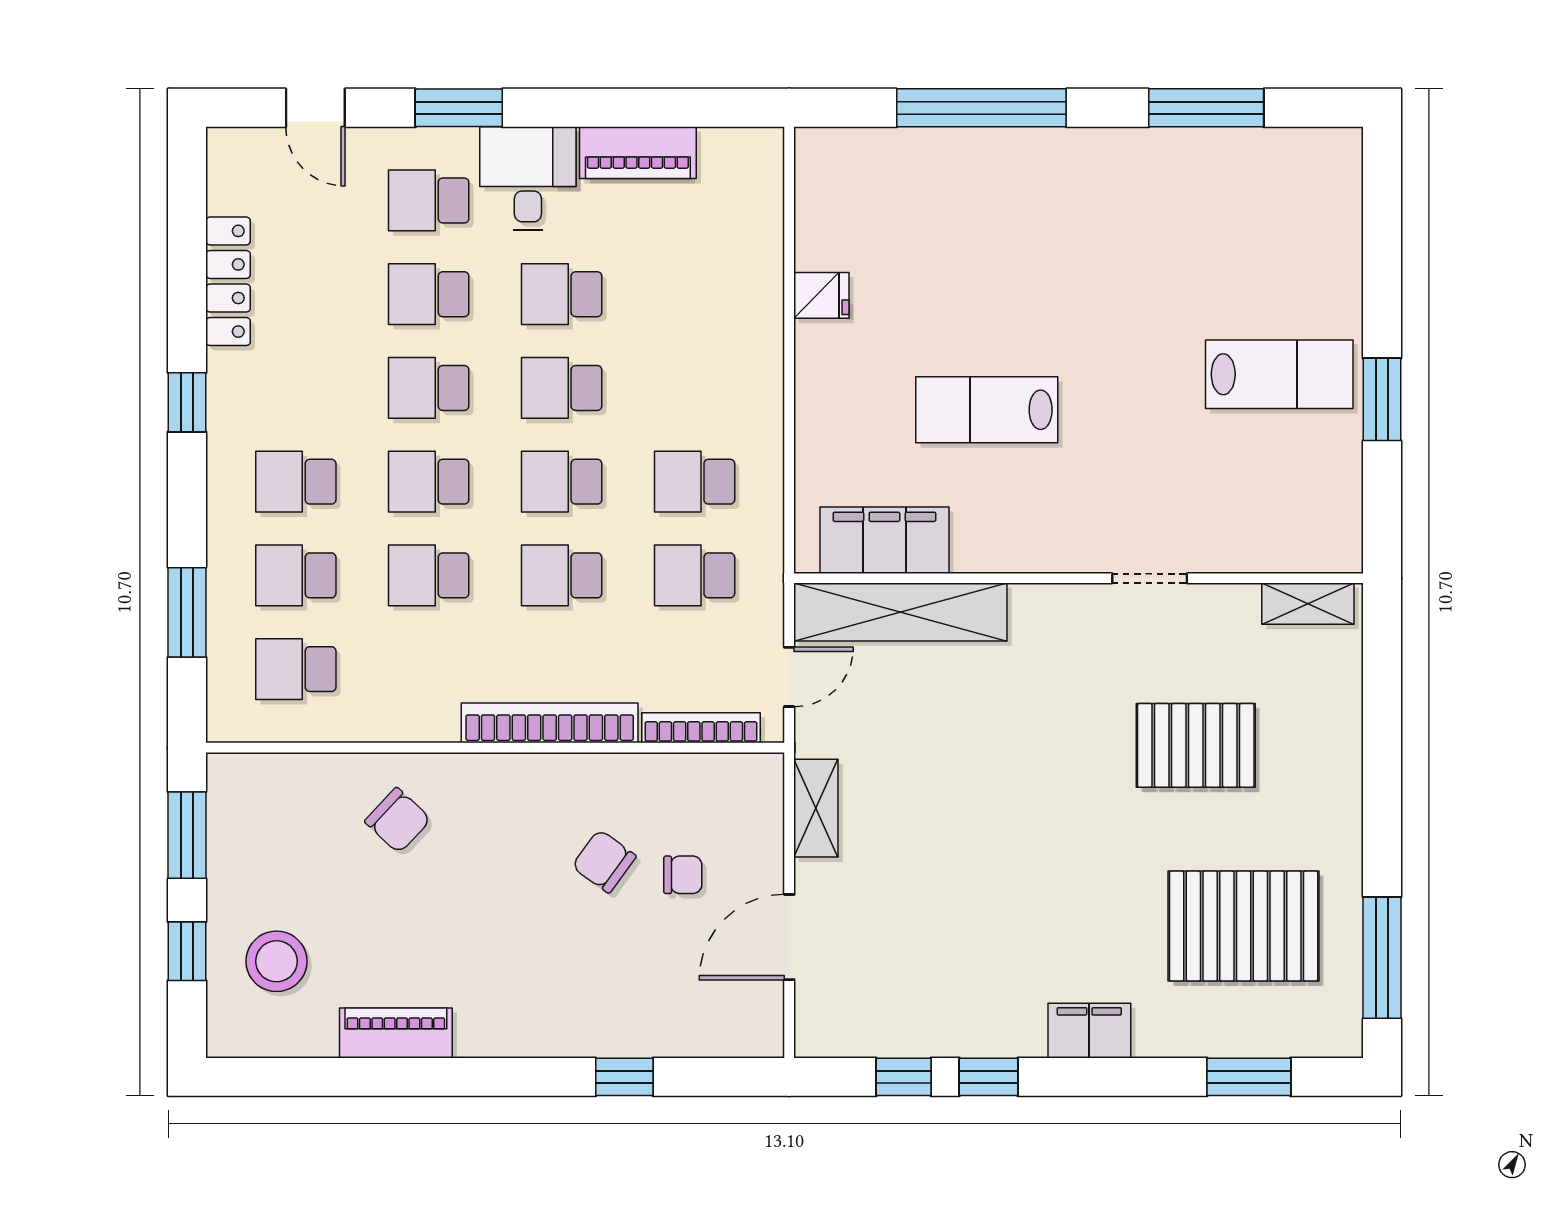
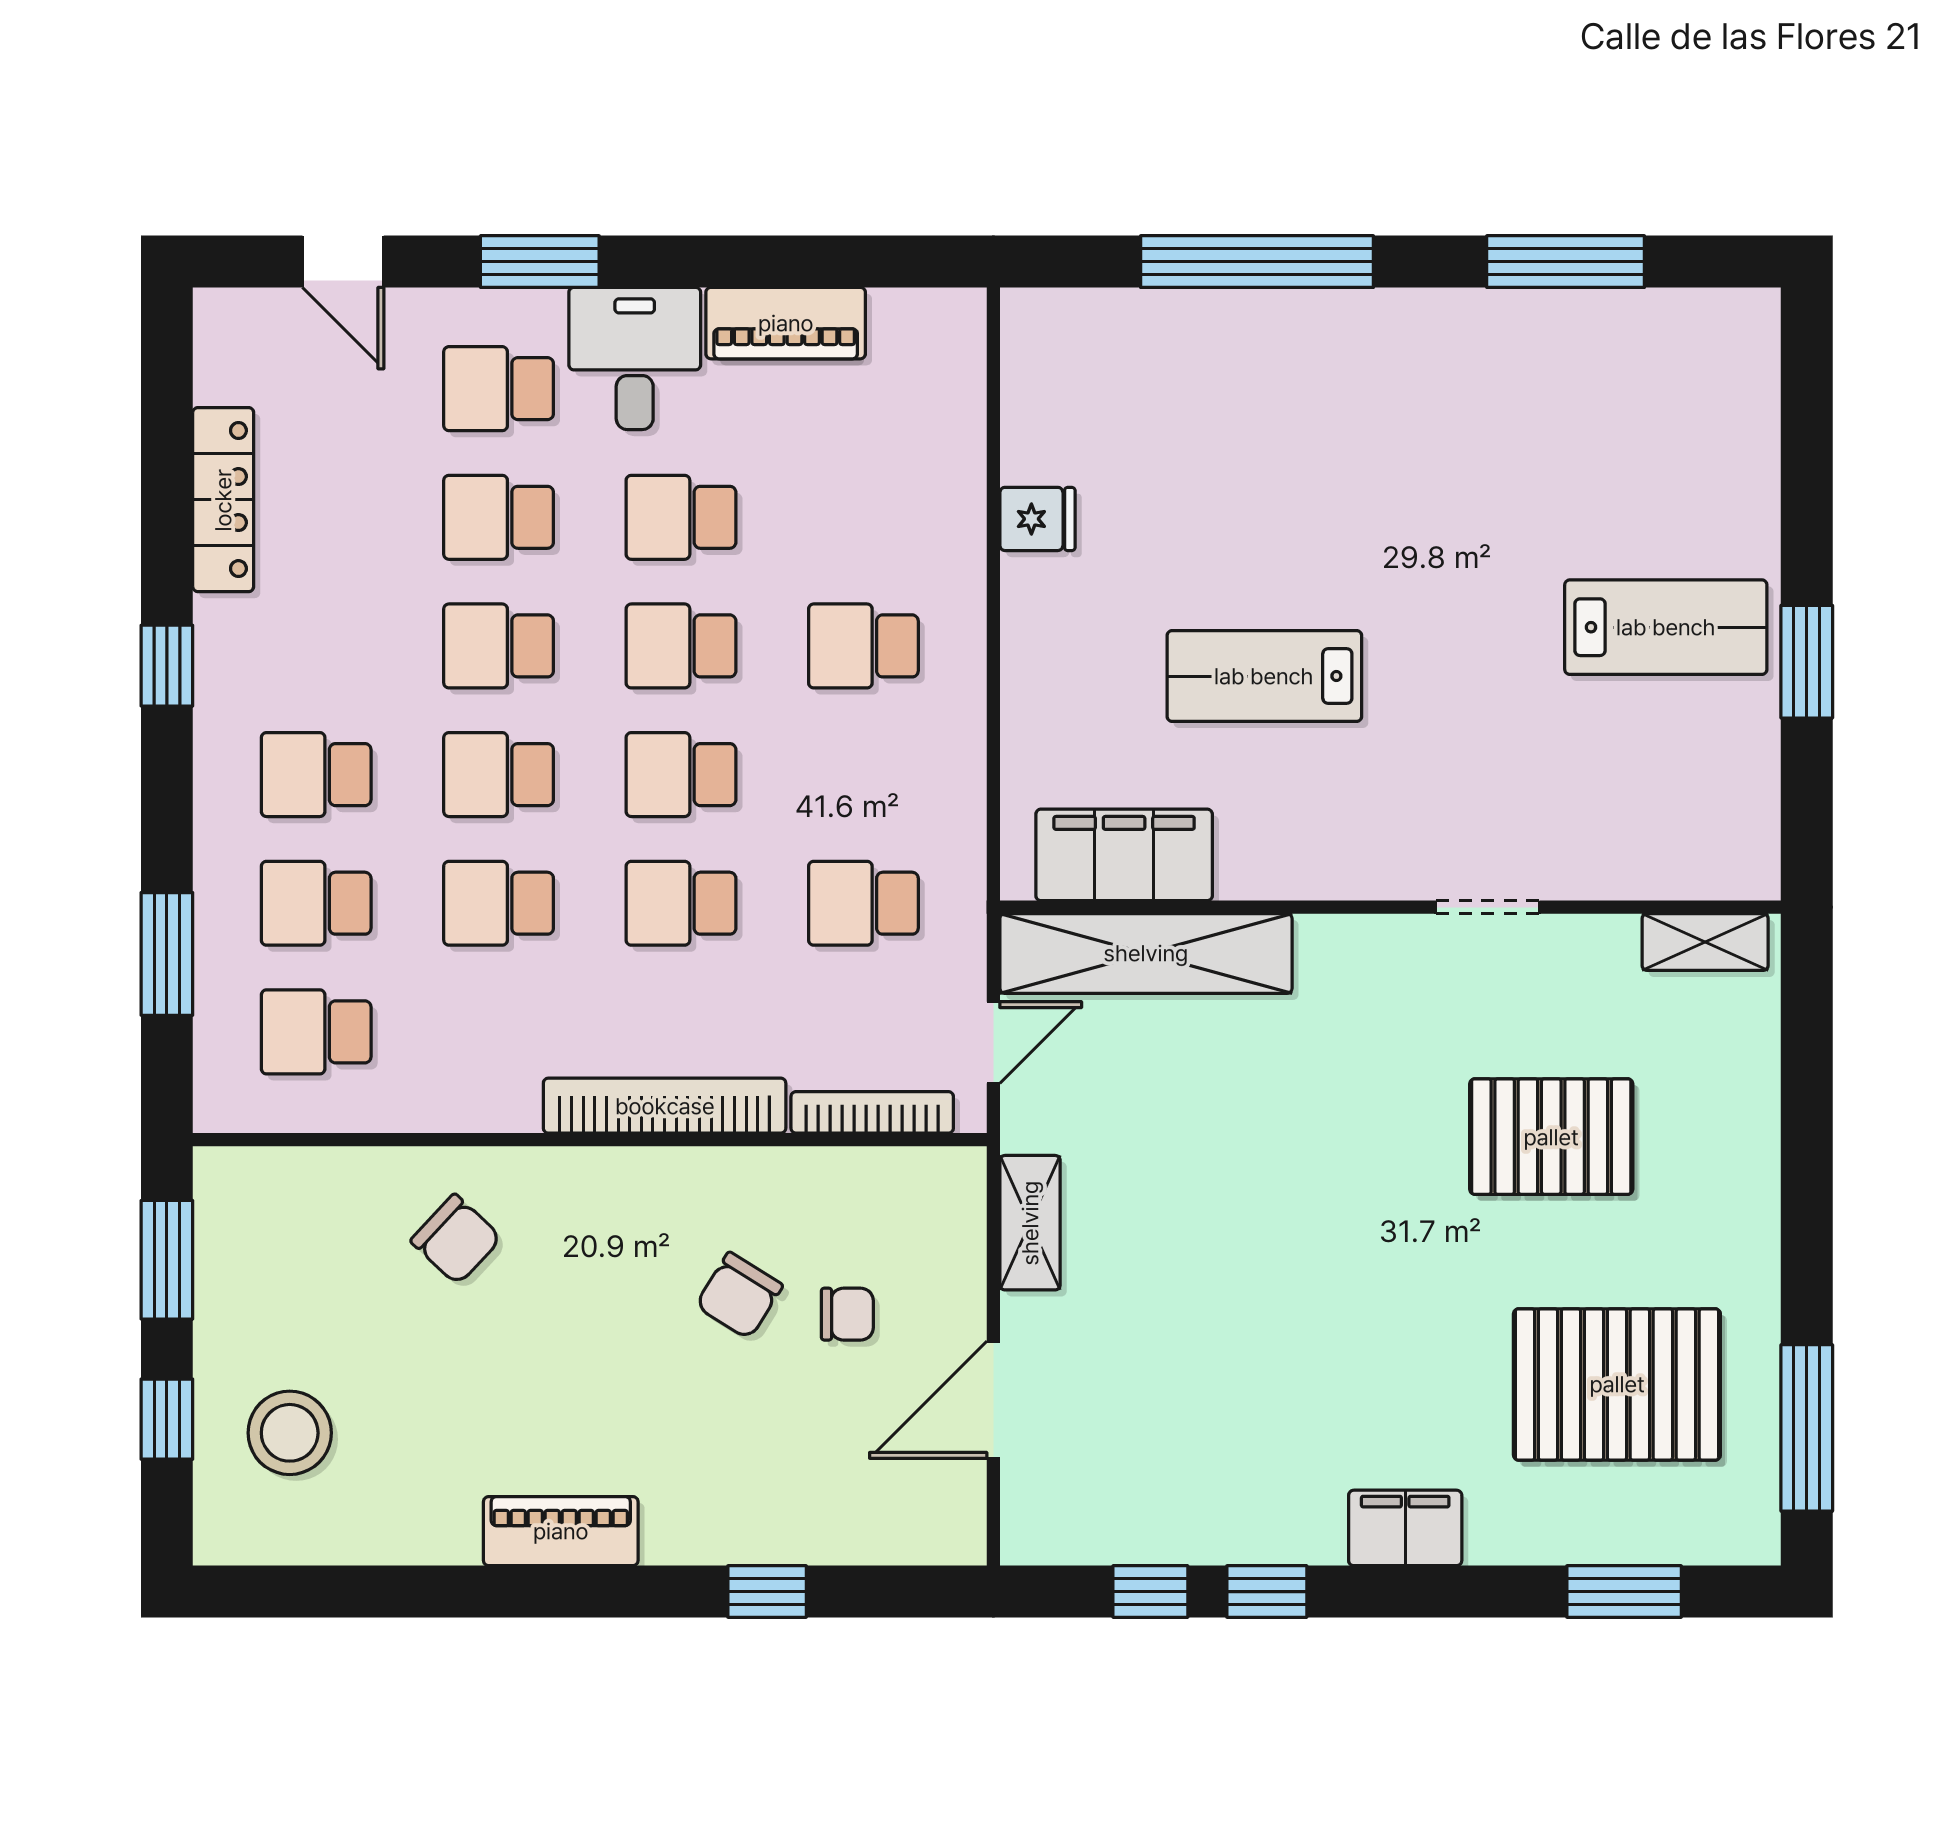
school desk: (695, 482) -> (863, 646), moved
chair: (604, 861) -> (739, 1296), turned -94
piano: (396, 1033) -> (561, 1531), moved

